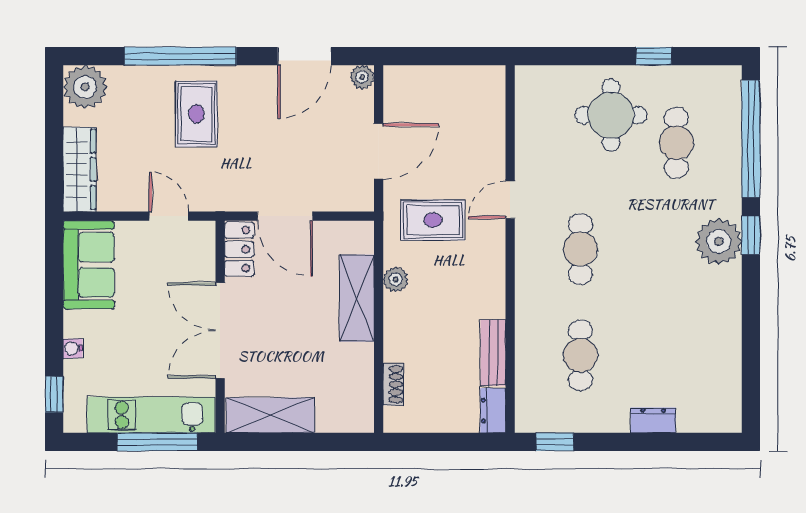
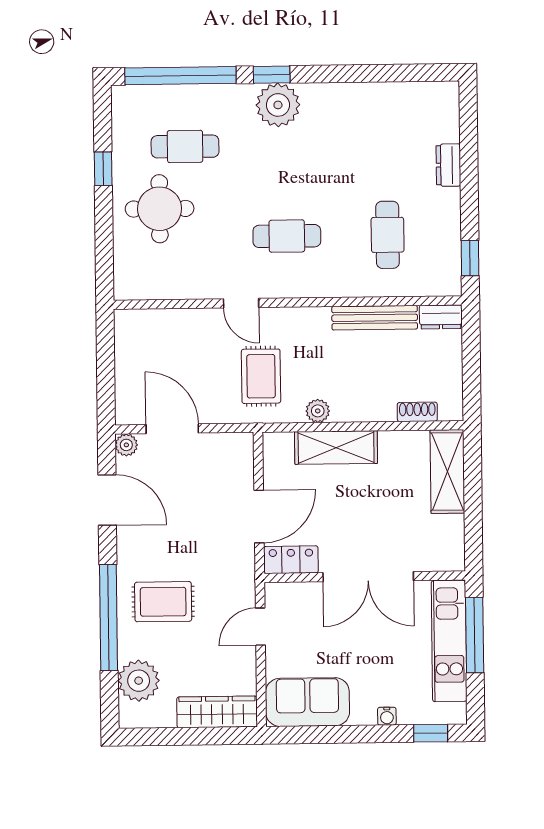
plant: (85, 87) -> (139, 681), moved
door: (379, 151) -> (172, 429), moved
bench: (493, 353) -> (375, 318), width x1.36
cafe table: (580, 355) -> (388, 235), turned 90
shelving: (271, 415) -> (447, 472), moved

